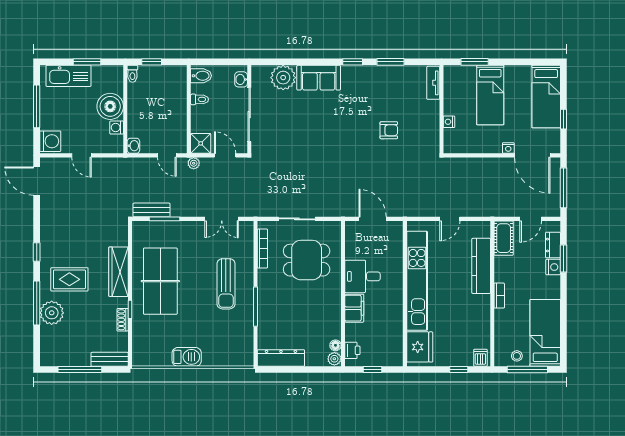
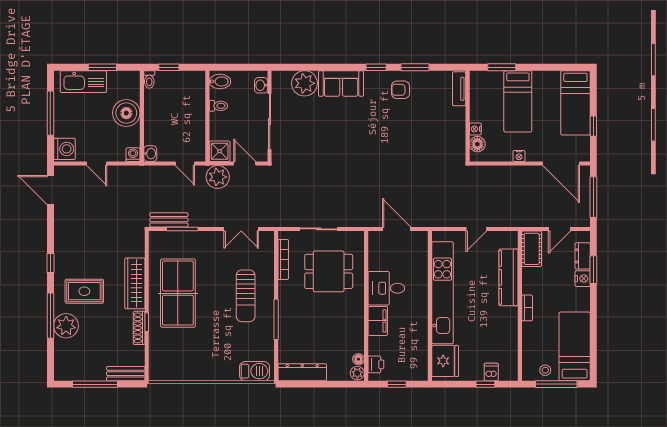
washing machine: (117, 128) -> (133, 155), moved, turned 90
armchair: (389, 130) -> (401, 90), moved, turned 180
floor lamp: (451, 137) -> (477, 144), added
nightstand: (508, 148) -> (519, 156), moved
plant: (194, 163) -> (218, 177), width x1.88, depth x1.88
shoe rack: (123, 320) -> (139, 328), width x1.43
barbecue: (187, 357) -> (255, 371), moved
dishwasher: (480, 358) -> (491, 372), moved

